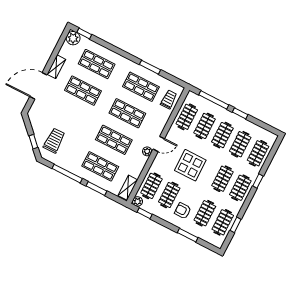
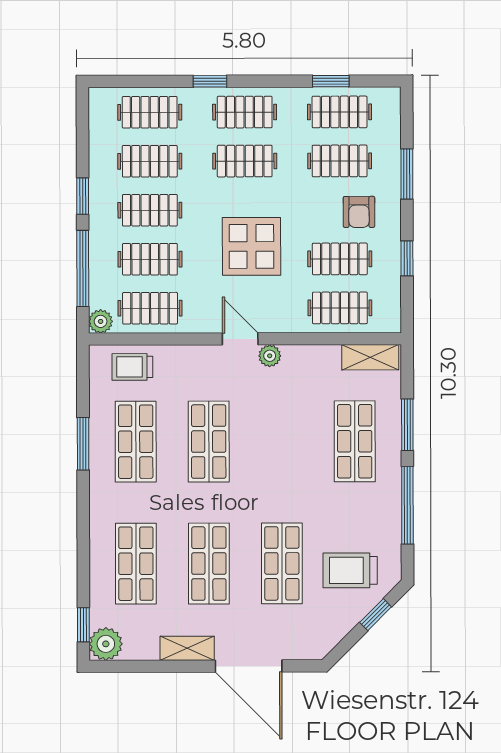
shop shelf: (114, 140) -> (282, 563), moved
plant: (137, 201) -> (101, 321), moved
window: (145, 213) -> (407, 258), moved

